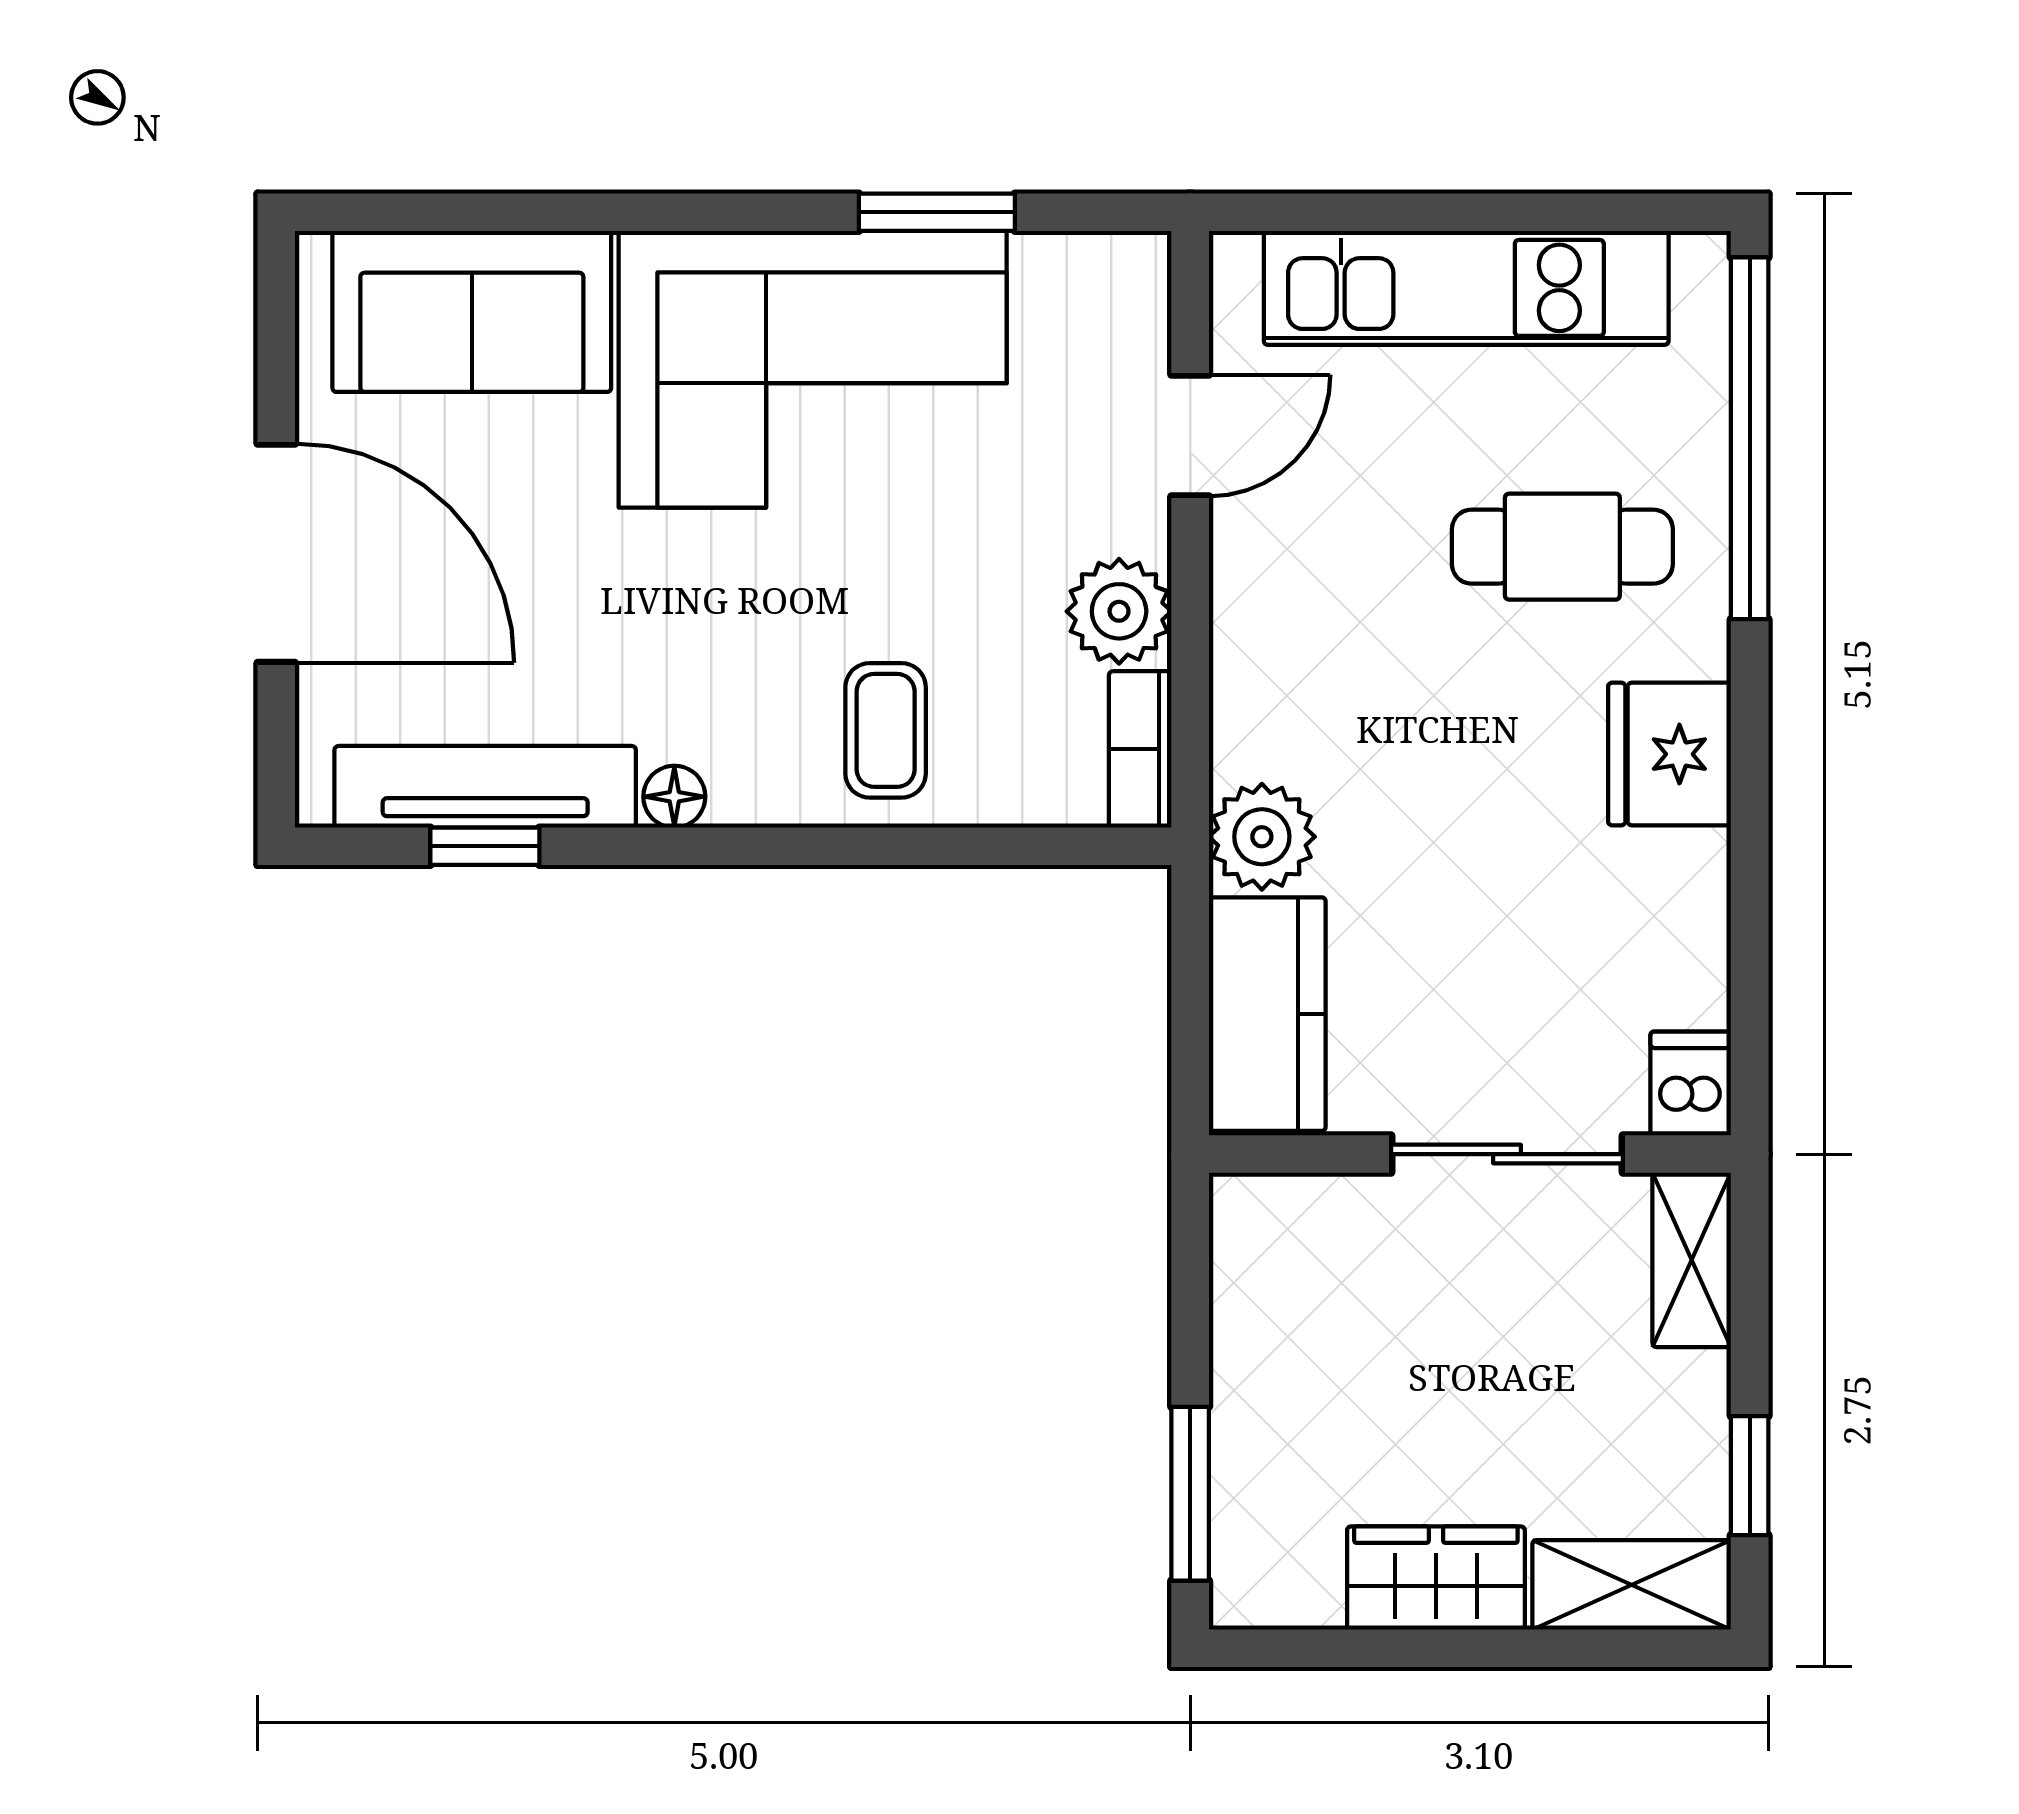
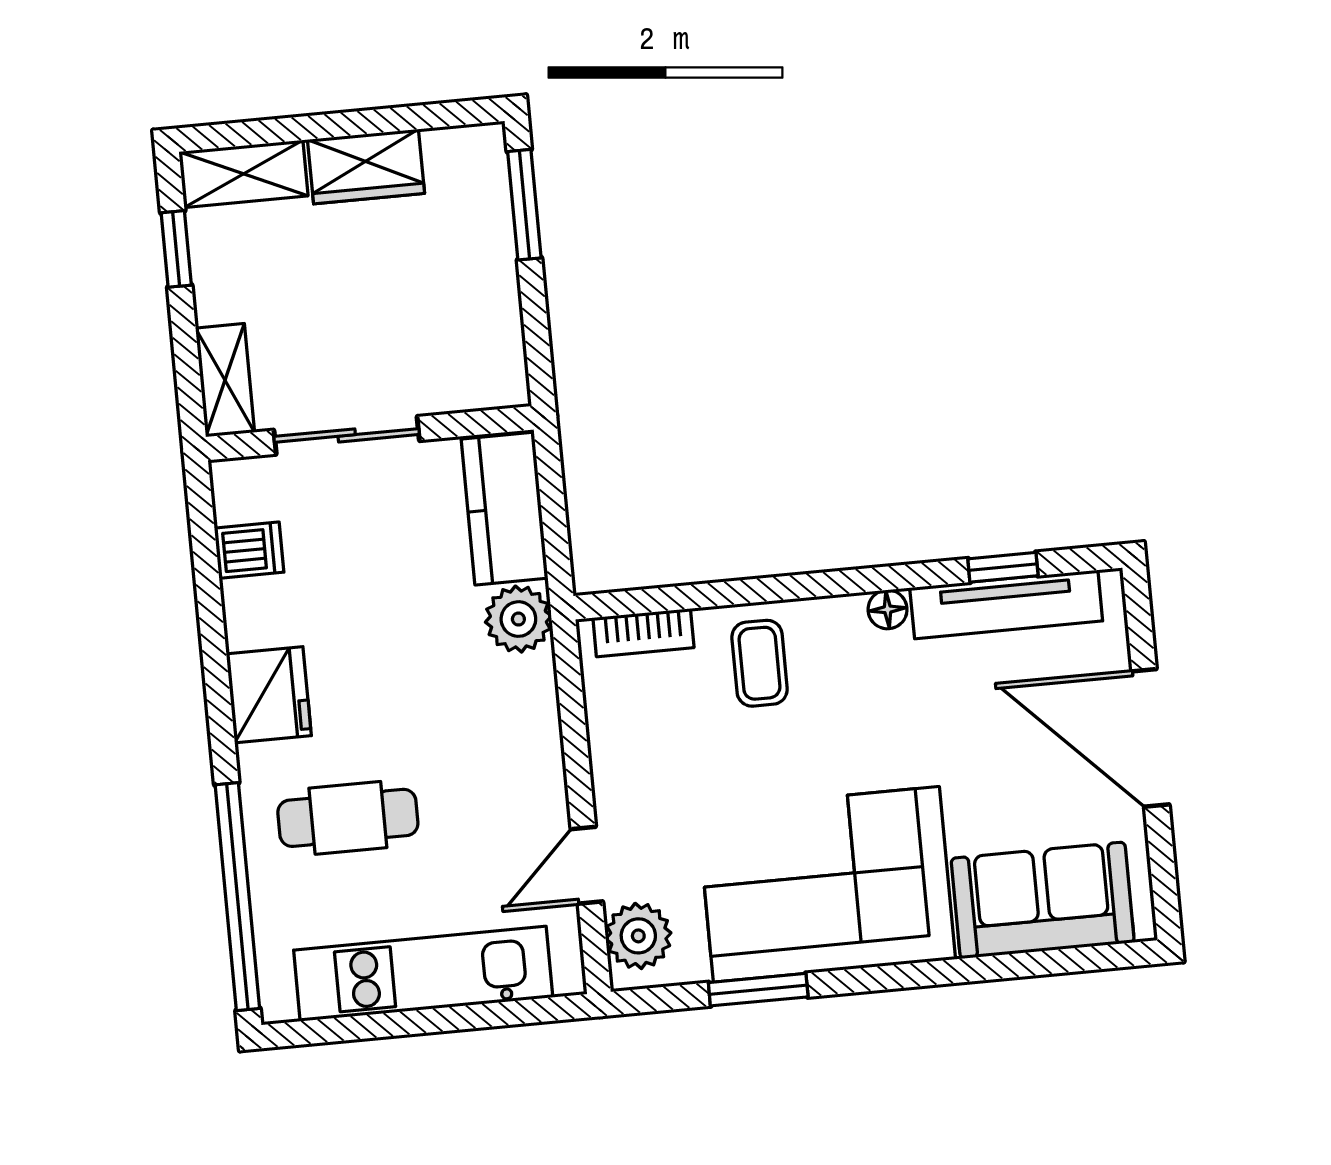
plant: (1119, 611) -> (638, 936), moved
bookcase: (1140, 749) -> (643, 633), moved, turned 90
dishwasher: (1691, 1083) -> (249, 550), moved, turned -90

